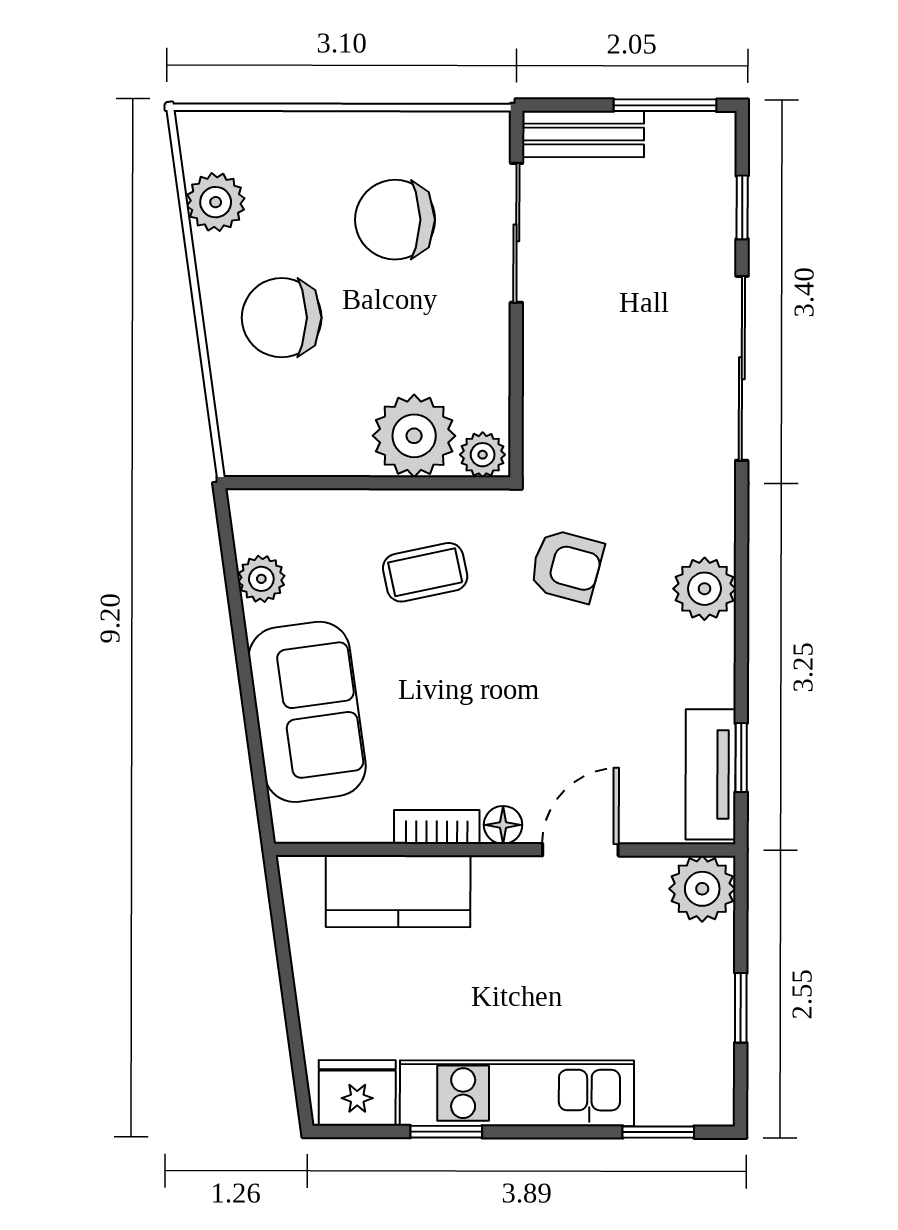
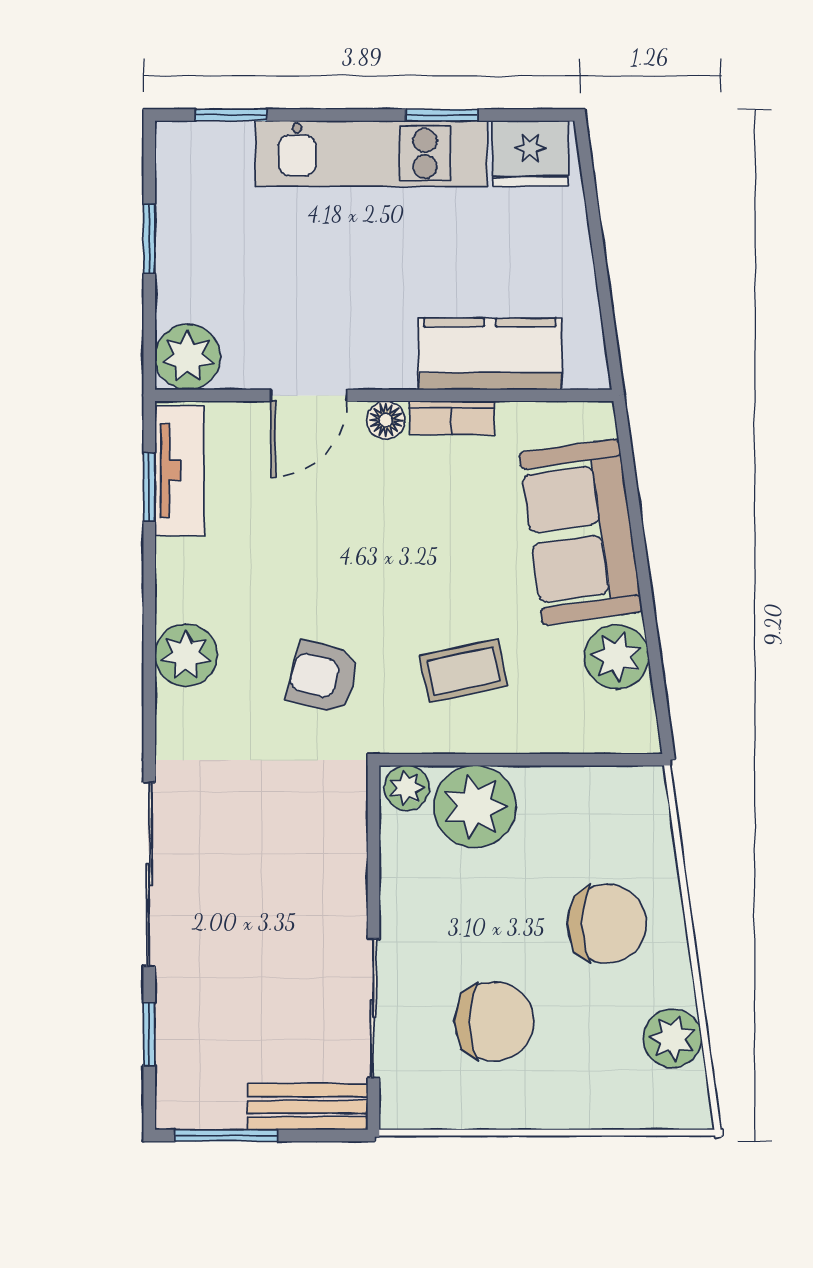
plant: (261, 579) -> (617, 657), width x1.38, depth x1.38

